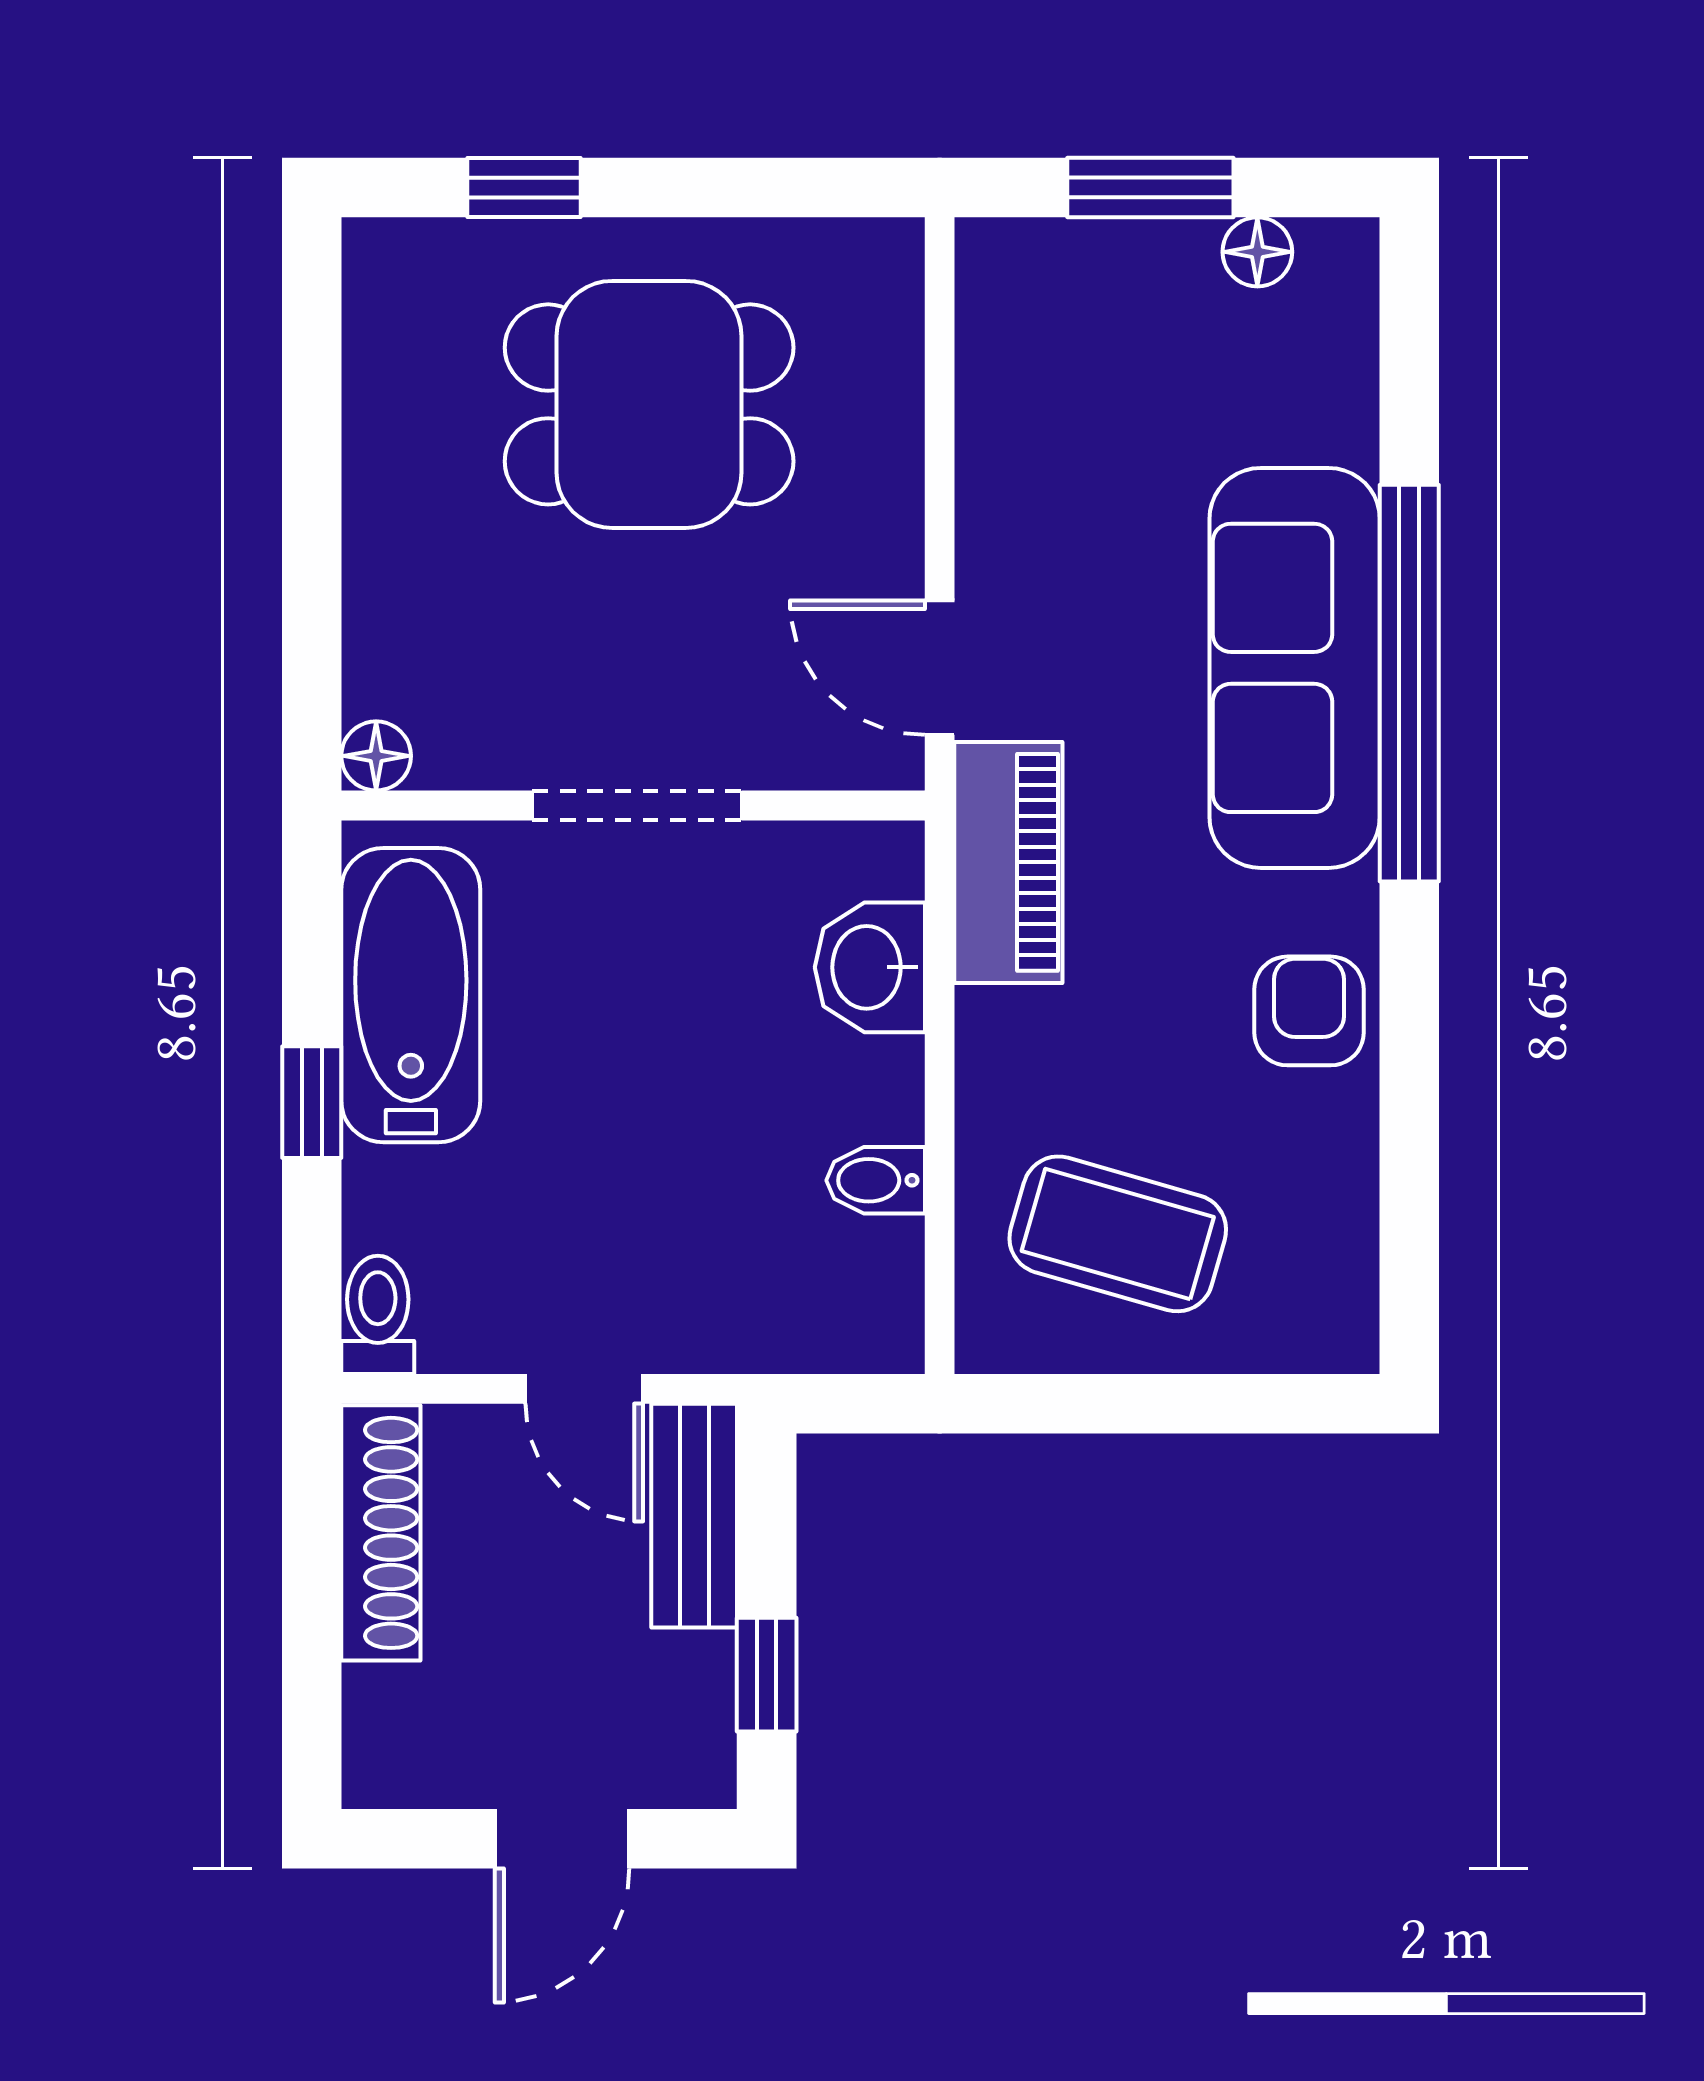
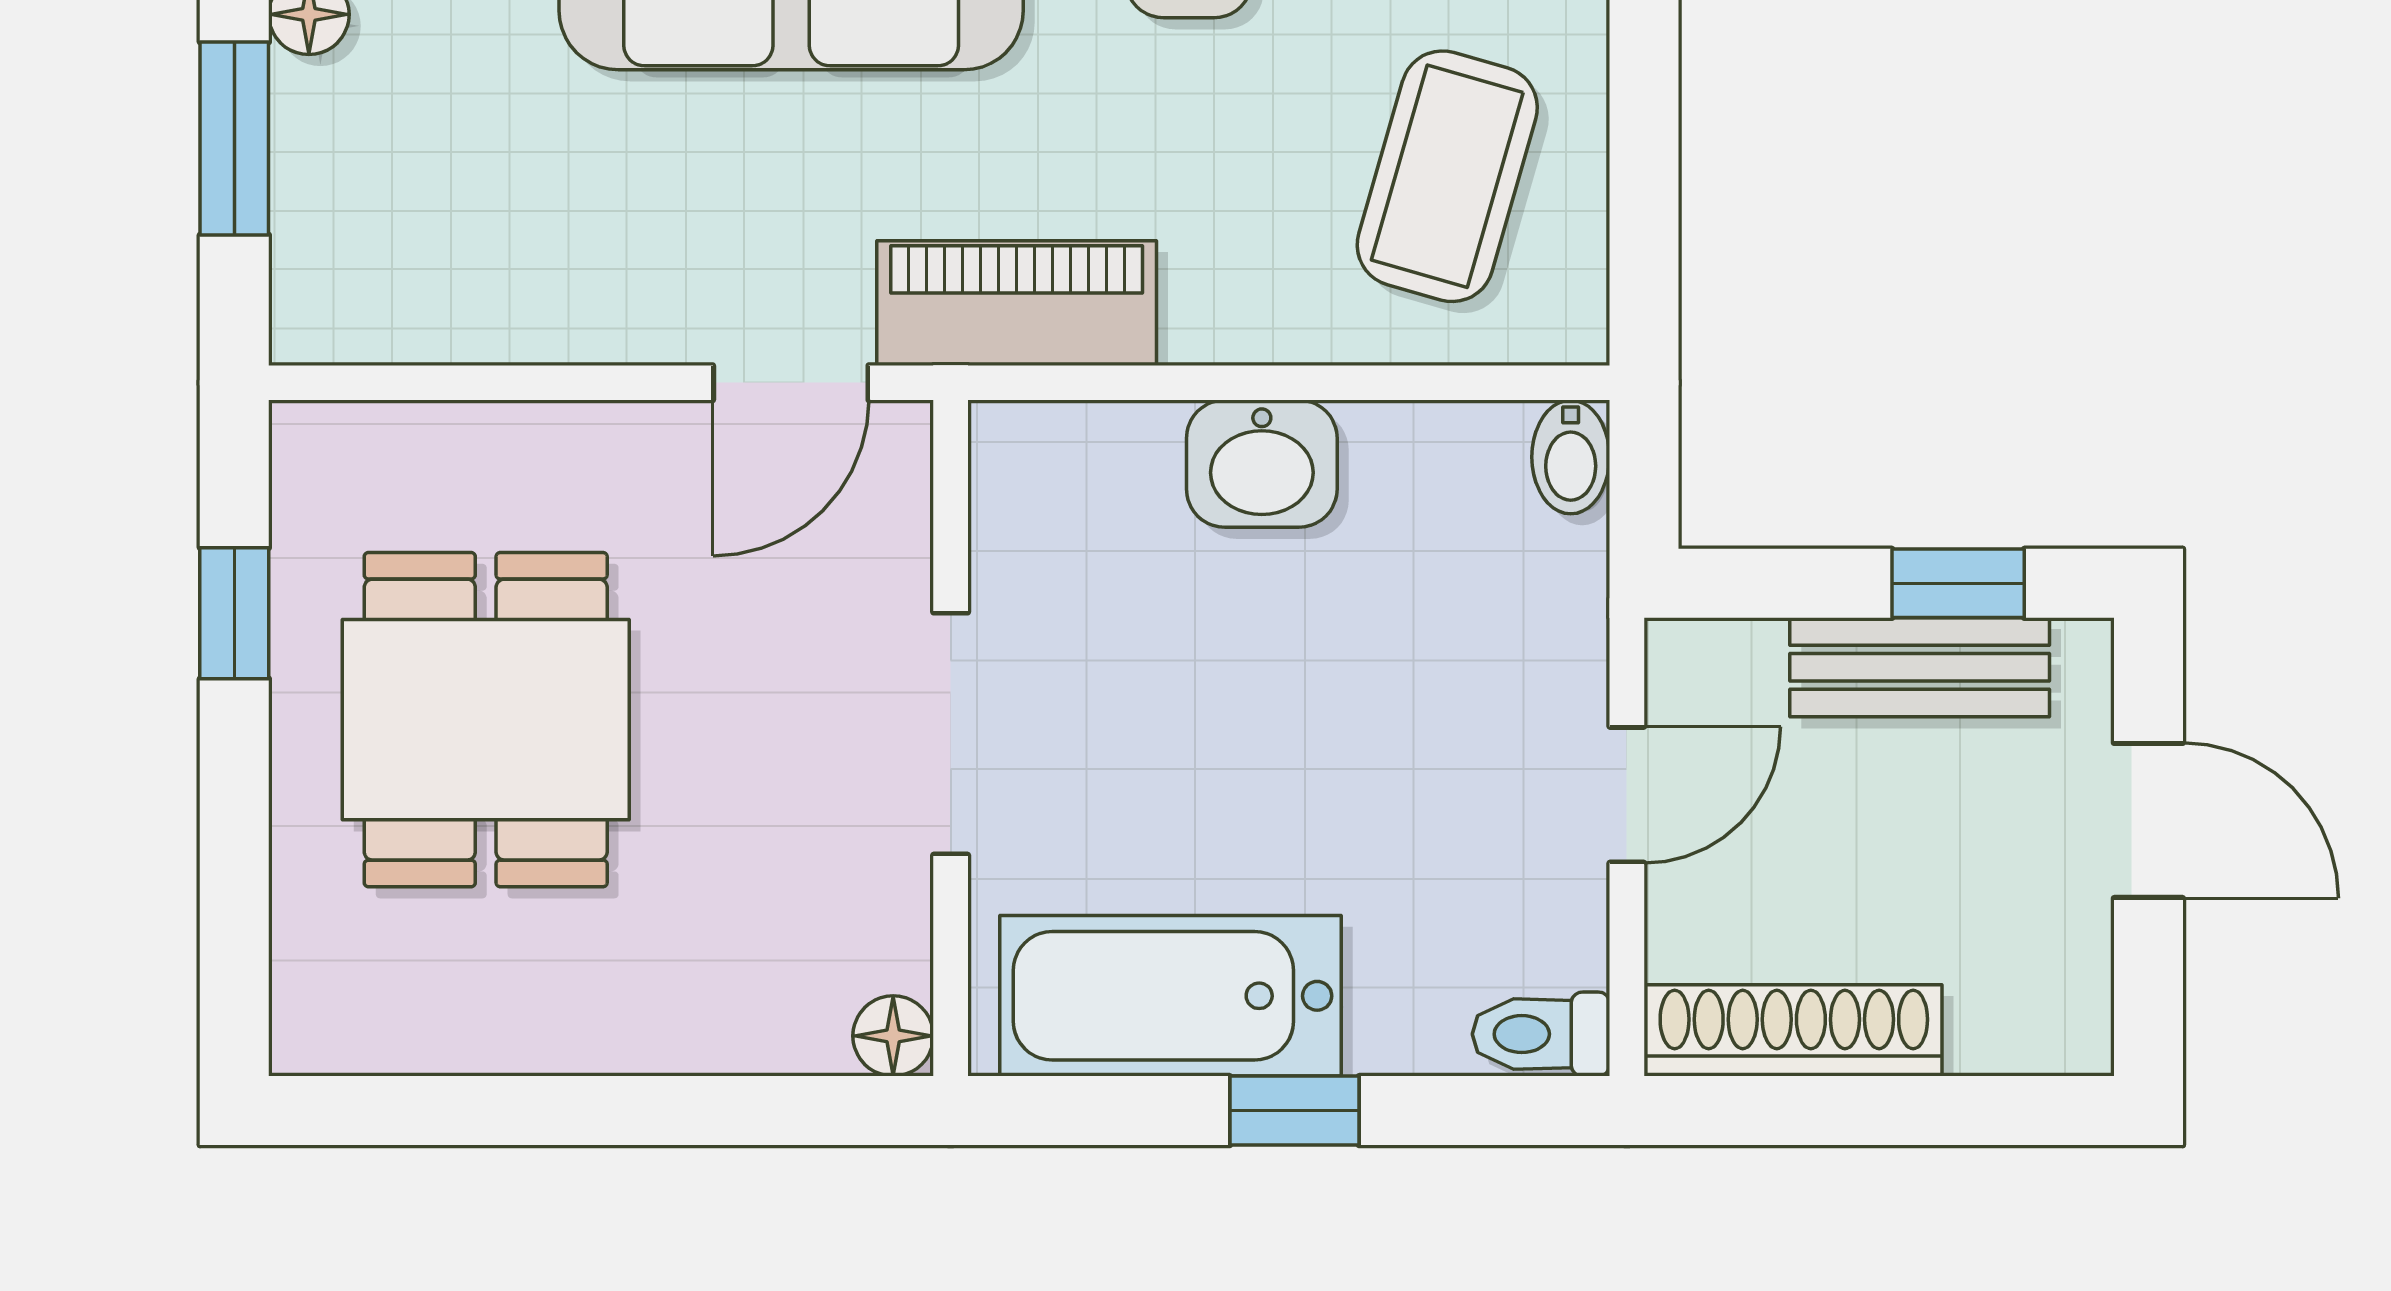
window: (524, 188) -> (234, 613), moved
washbasin: (870, 967) -> (1262, 464), moved
bidet: (876, 1180) -> (1571, 457), moved
bench: (694, 1516) -> (1920, 667), moved

